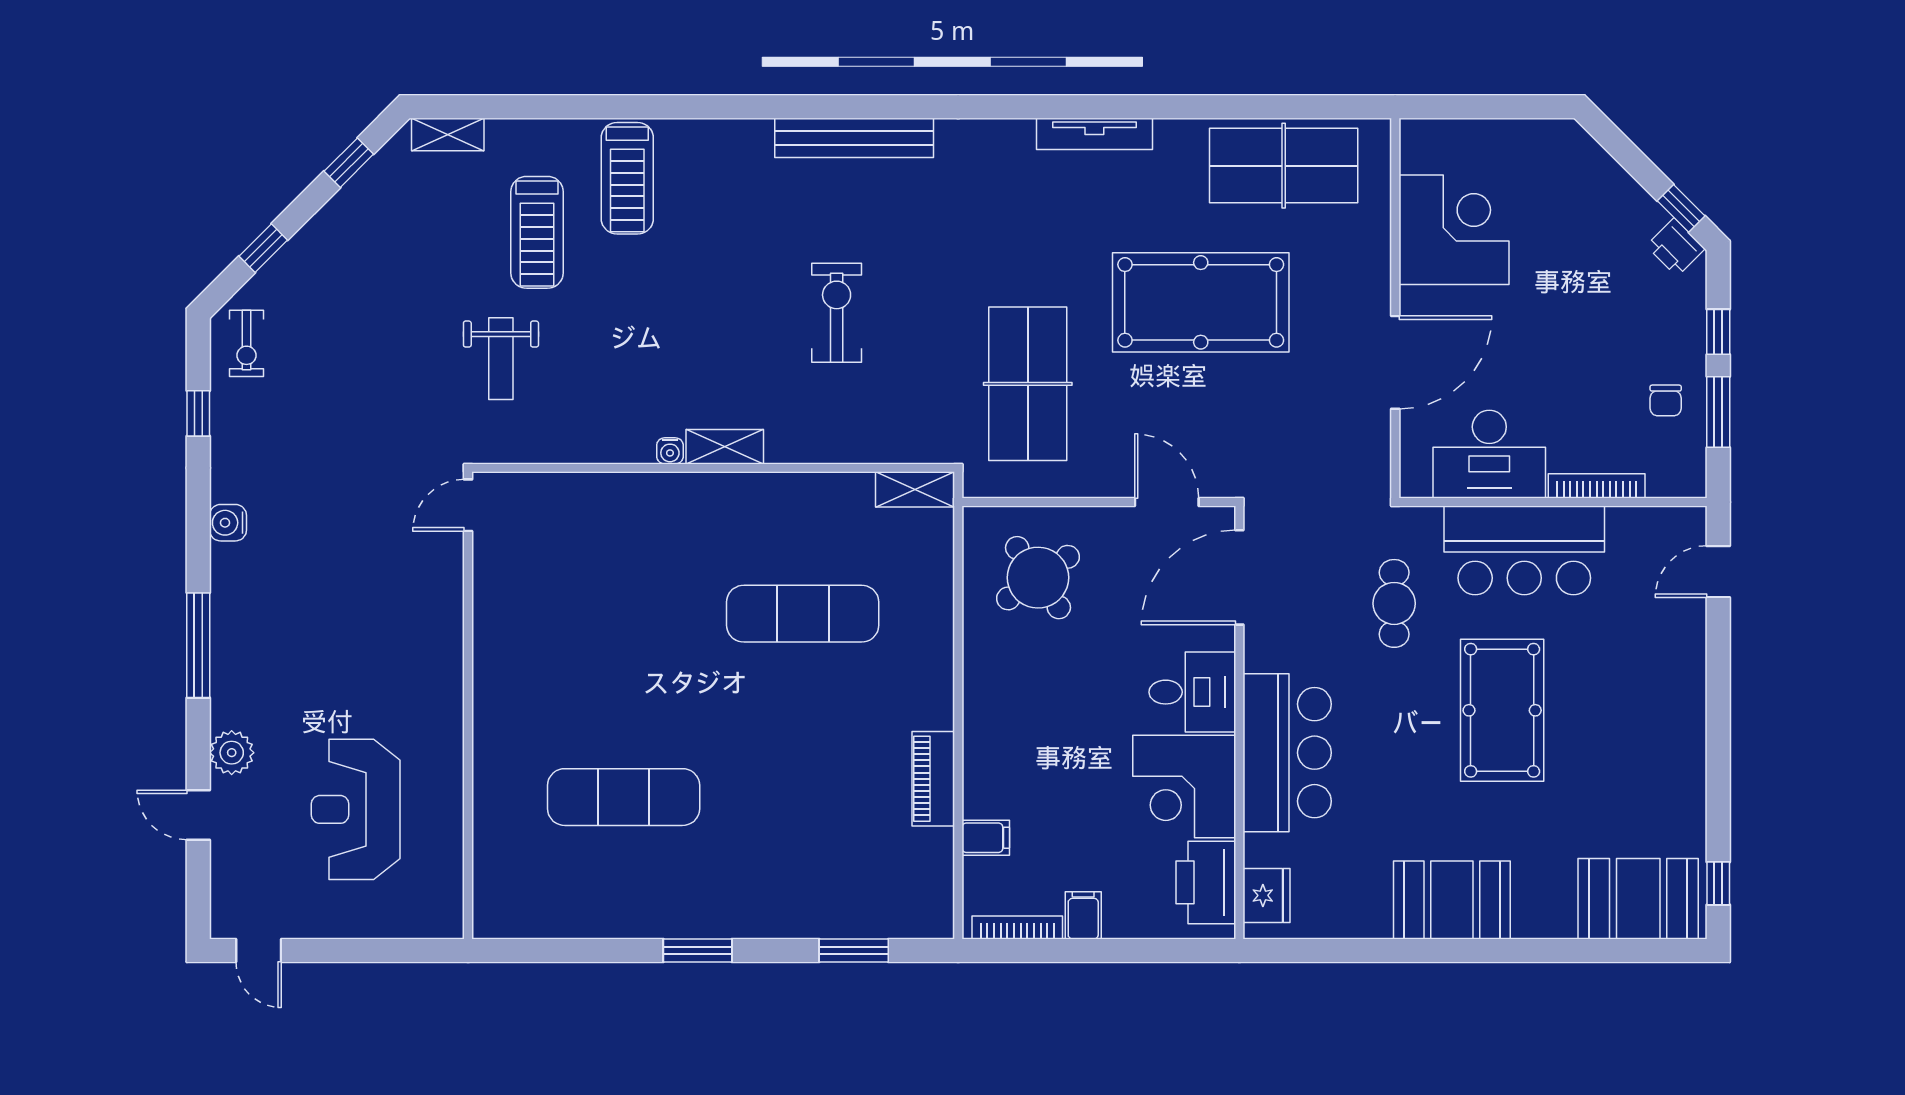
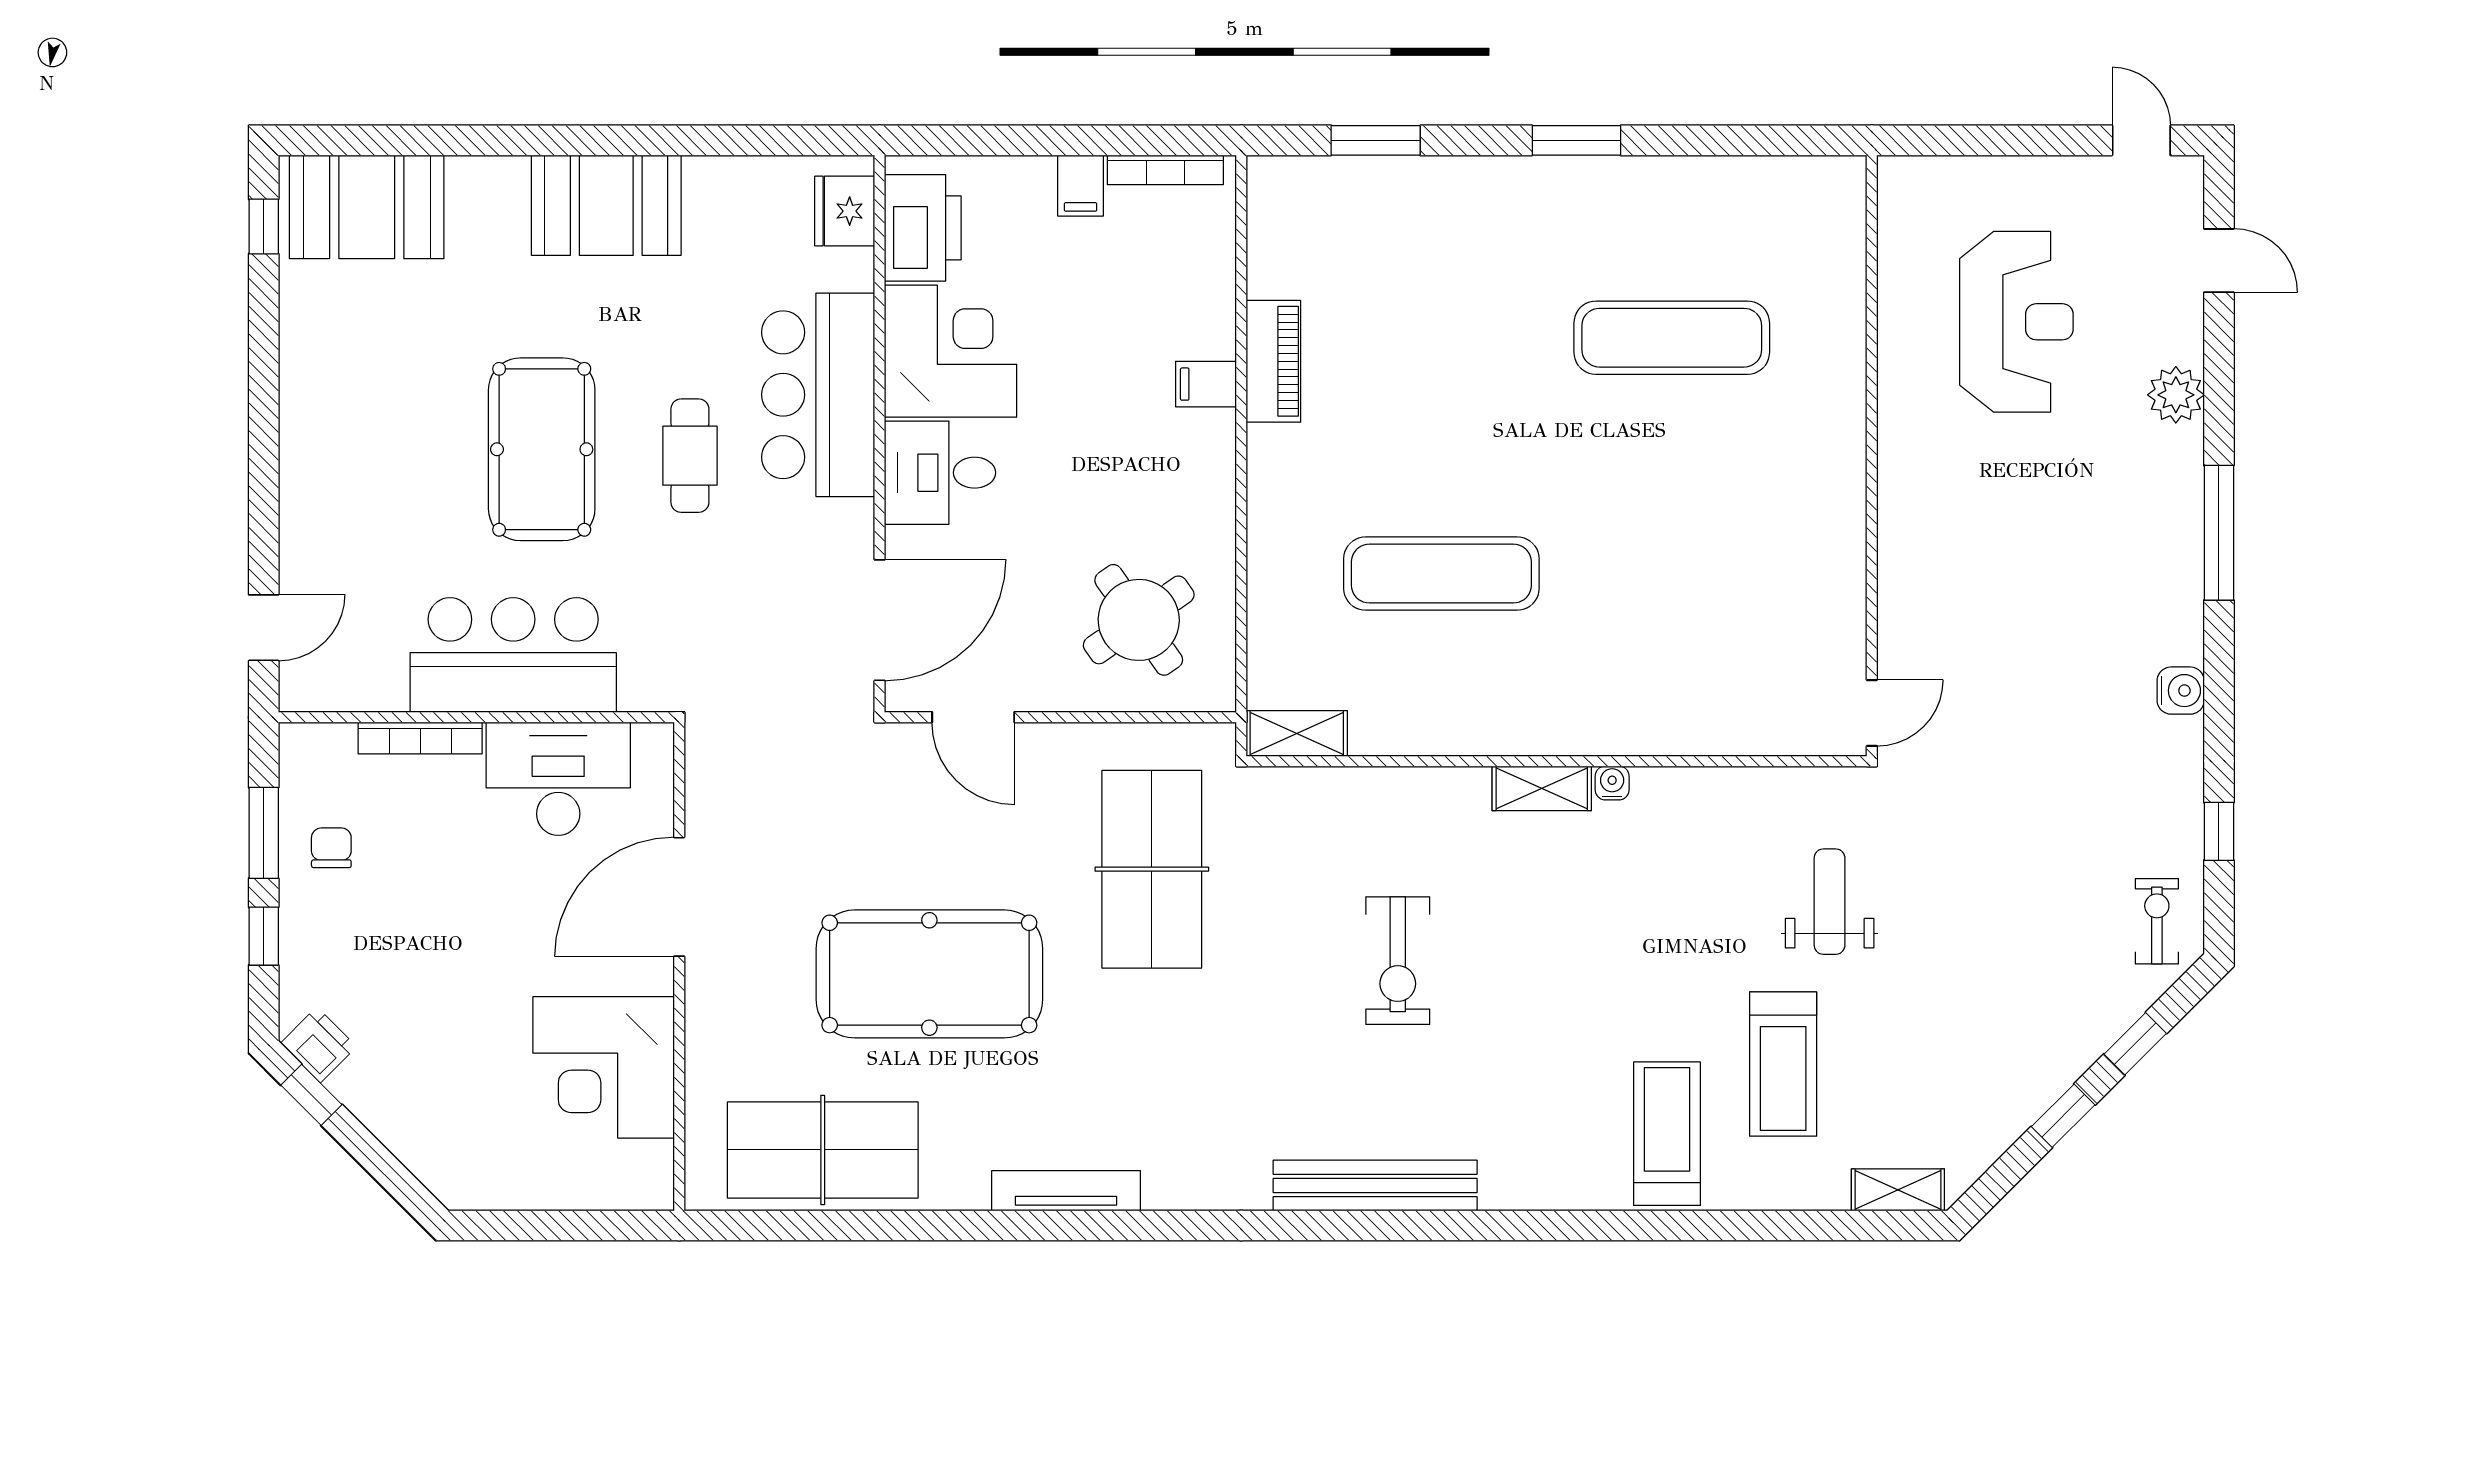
window: (349, 163) -> (2063, 1116), moved
treadmill: (537, 232) -> (1783, 1064), turned 180
cafe table: (1394, 603) -> (690, 456), moved
door: (198, 815) -> (2219, 261), moved
filing cabinet: (986, 838) -> (1206, 384), moved

